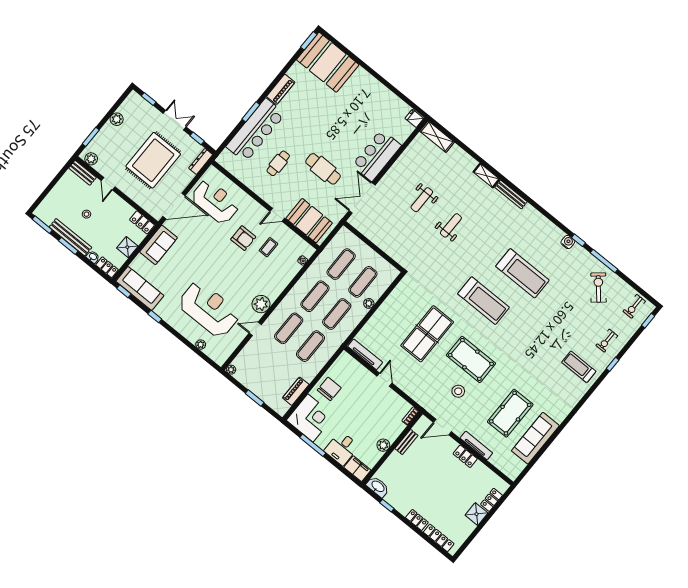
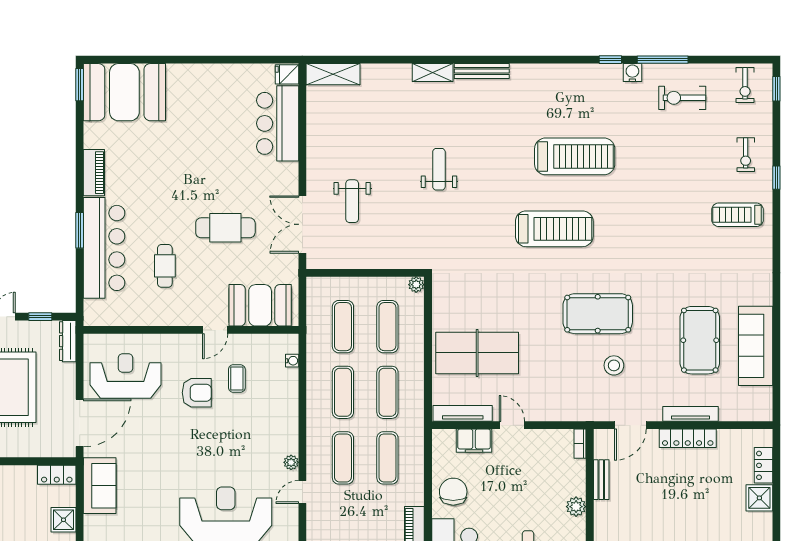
bar counter: (377, 155) -> (278, 123), moved
weight bench: (422, 200) -> (352, 201), moved
water cooler: (568, 242) -> (632, 73), moved
exercise bike: (598, 288) -> (682, 98), turned -50
plant: (369, 303) -> (416, 285), moved
plant: (261, 304) -> (291, 462), width x0.53, depth x0.53
table tennis table: (427, 334) -> (477, 353), moved, turned 90
filing cabinet: (360, 372) -> (474, 441), added
locker: (465, 456) -> (688, 438), width x1.53

